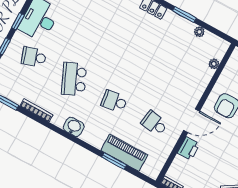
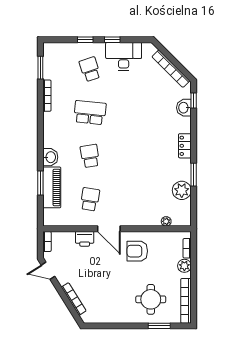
plant: (199, 32) -> (182, 190), width x1.88, depth x1.88
school desk: (74, 79) -> (90, 113), turned 30
washbasin: (74, 127) -> (50, 157), moved

